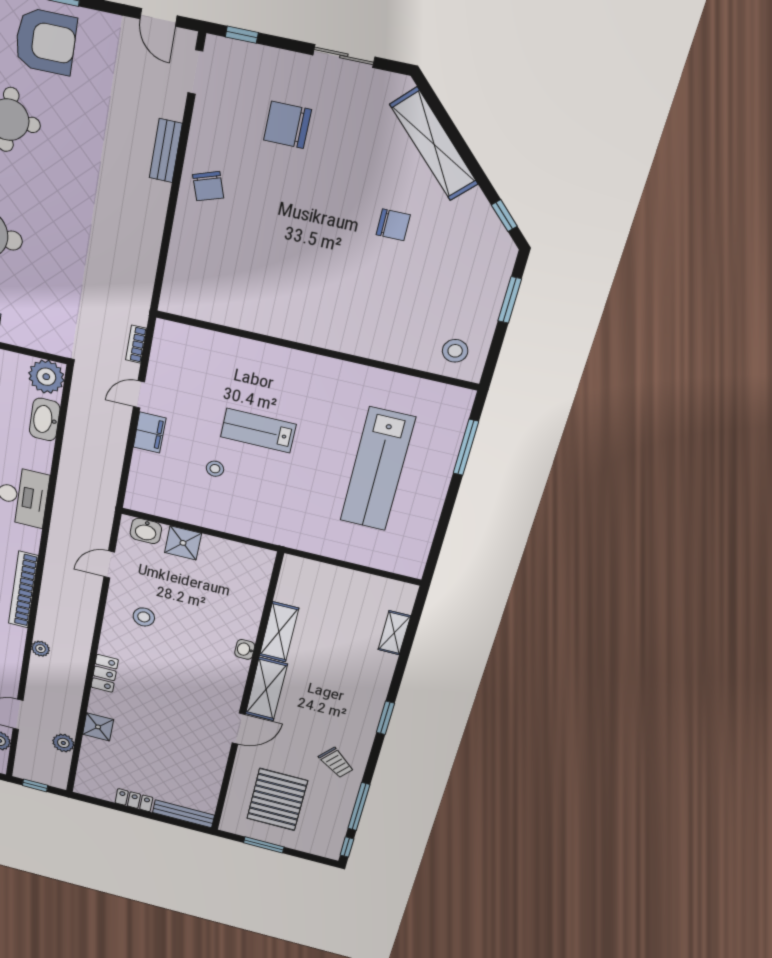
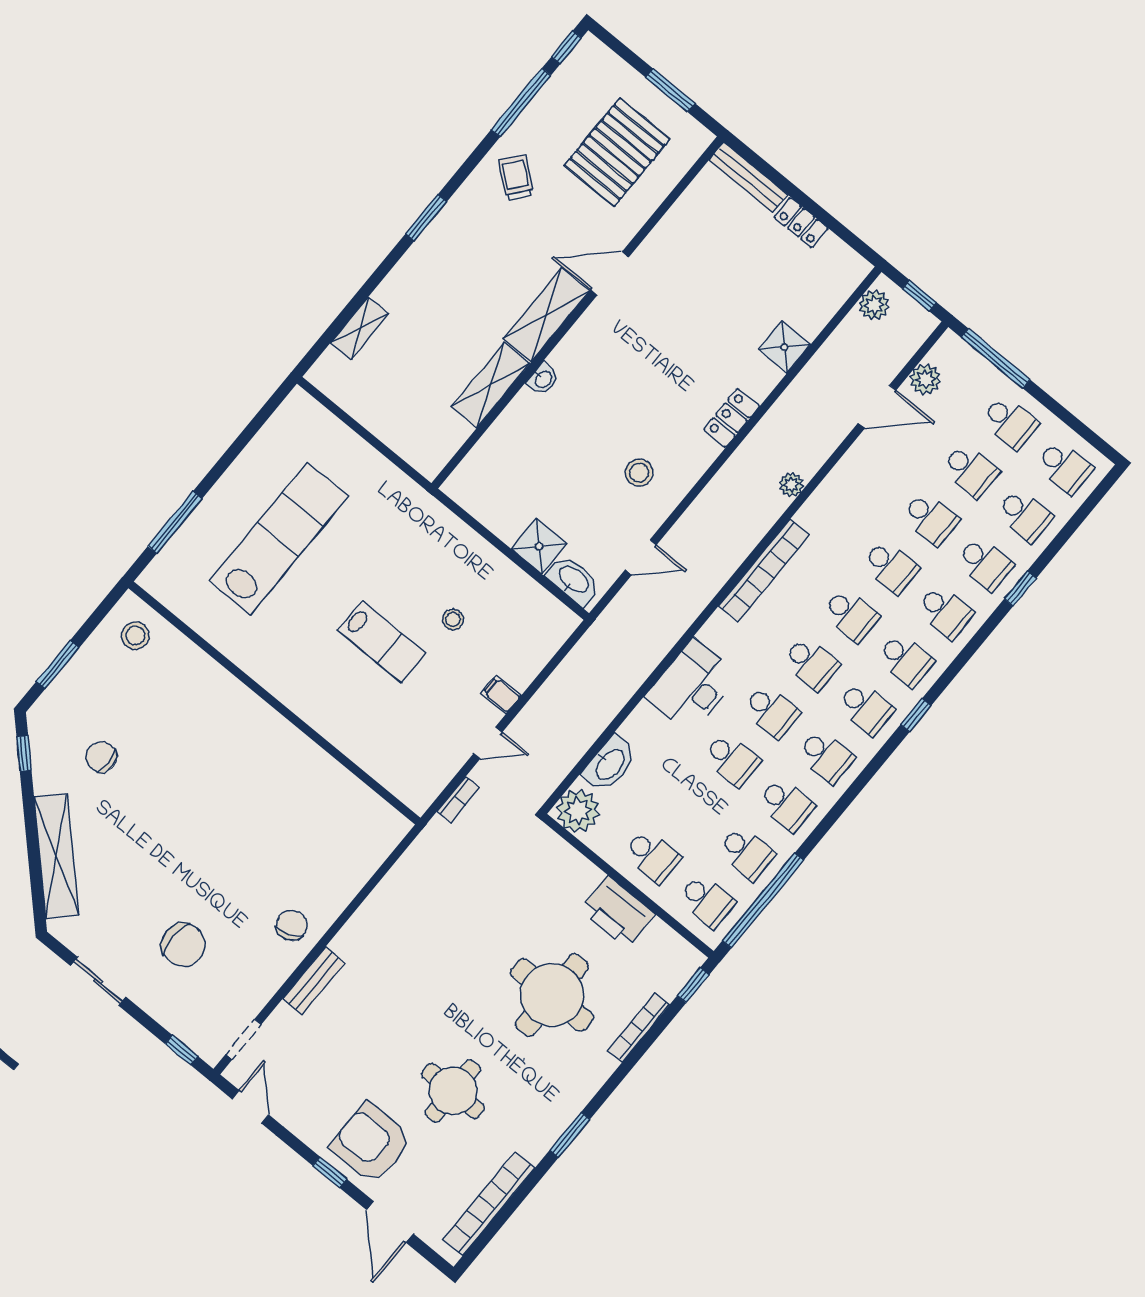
chair: (393, 225) -> (101, 757), moved
filing cabinet: (150, 433) -> (501, 695), width x0.50
washbasin: (146, 531) -> (573, 580), width x1.38
plant: (63, 743) -> (874, 305), moved

